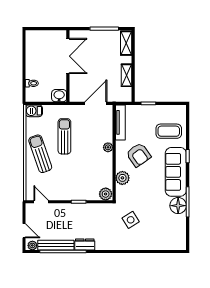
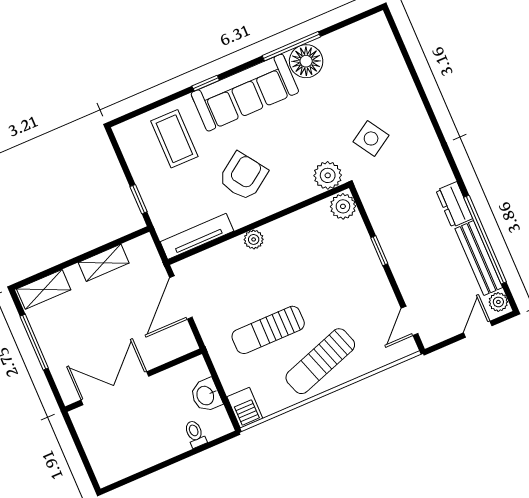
washbasin: (59, 96) -> (206, 395), moved
door: (96, 103) -> (181, 297), hinge flipped
plant: (122, 178) -> (328, 175), moved

